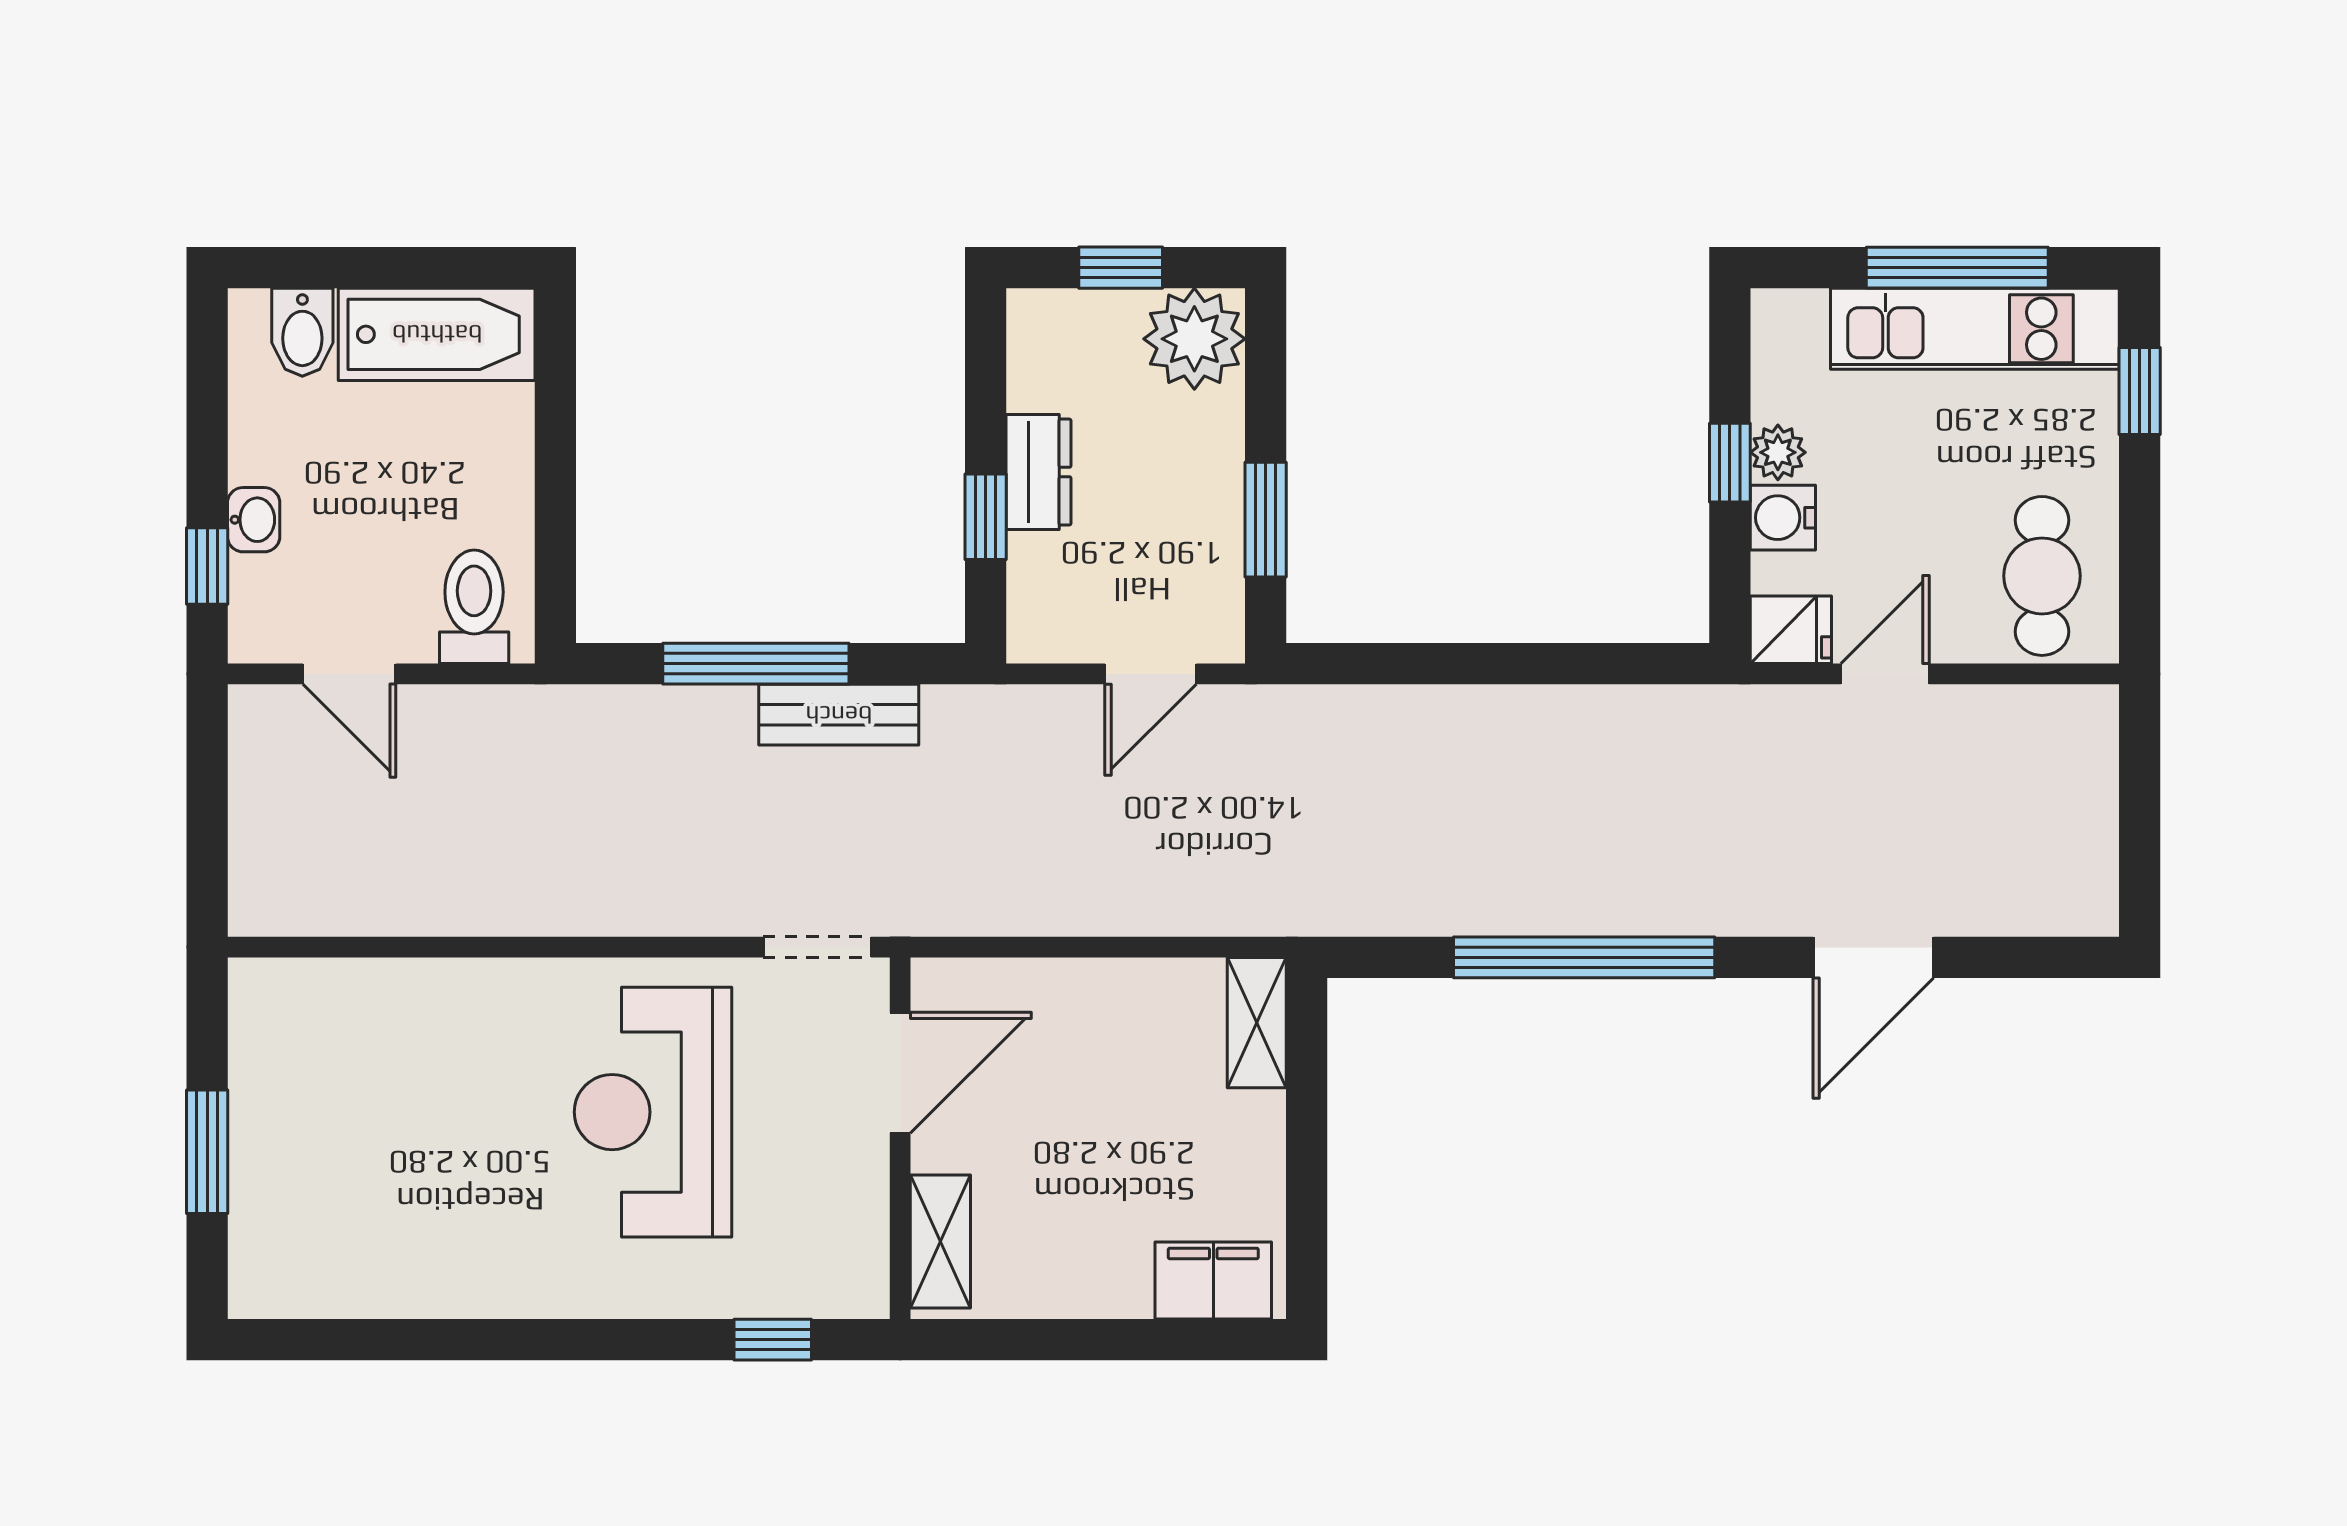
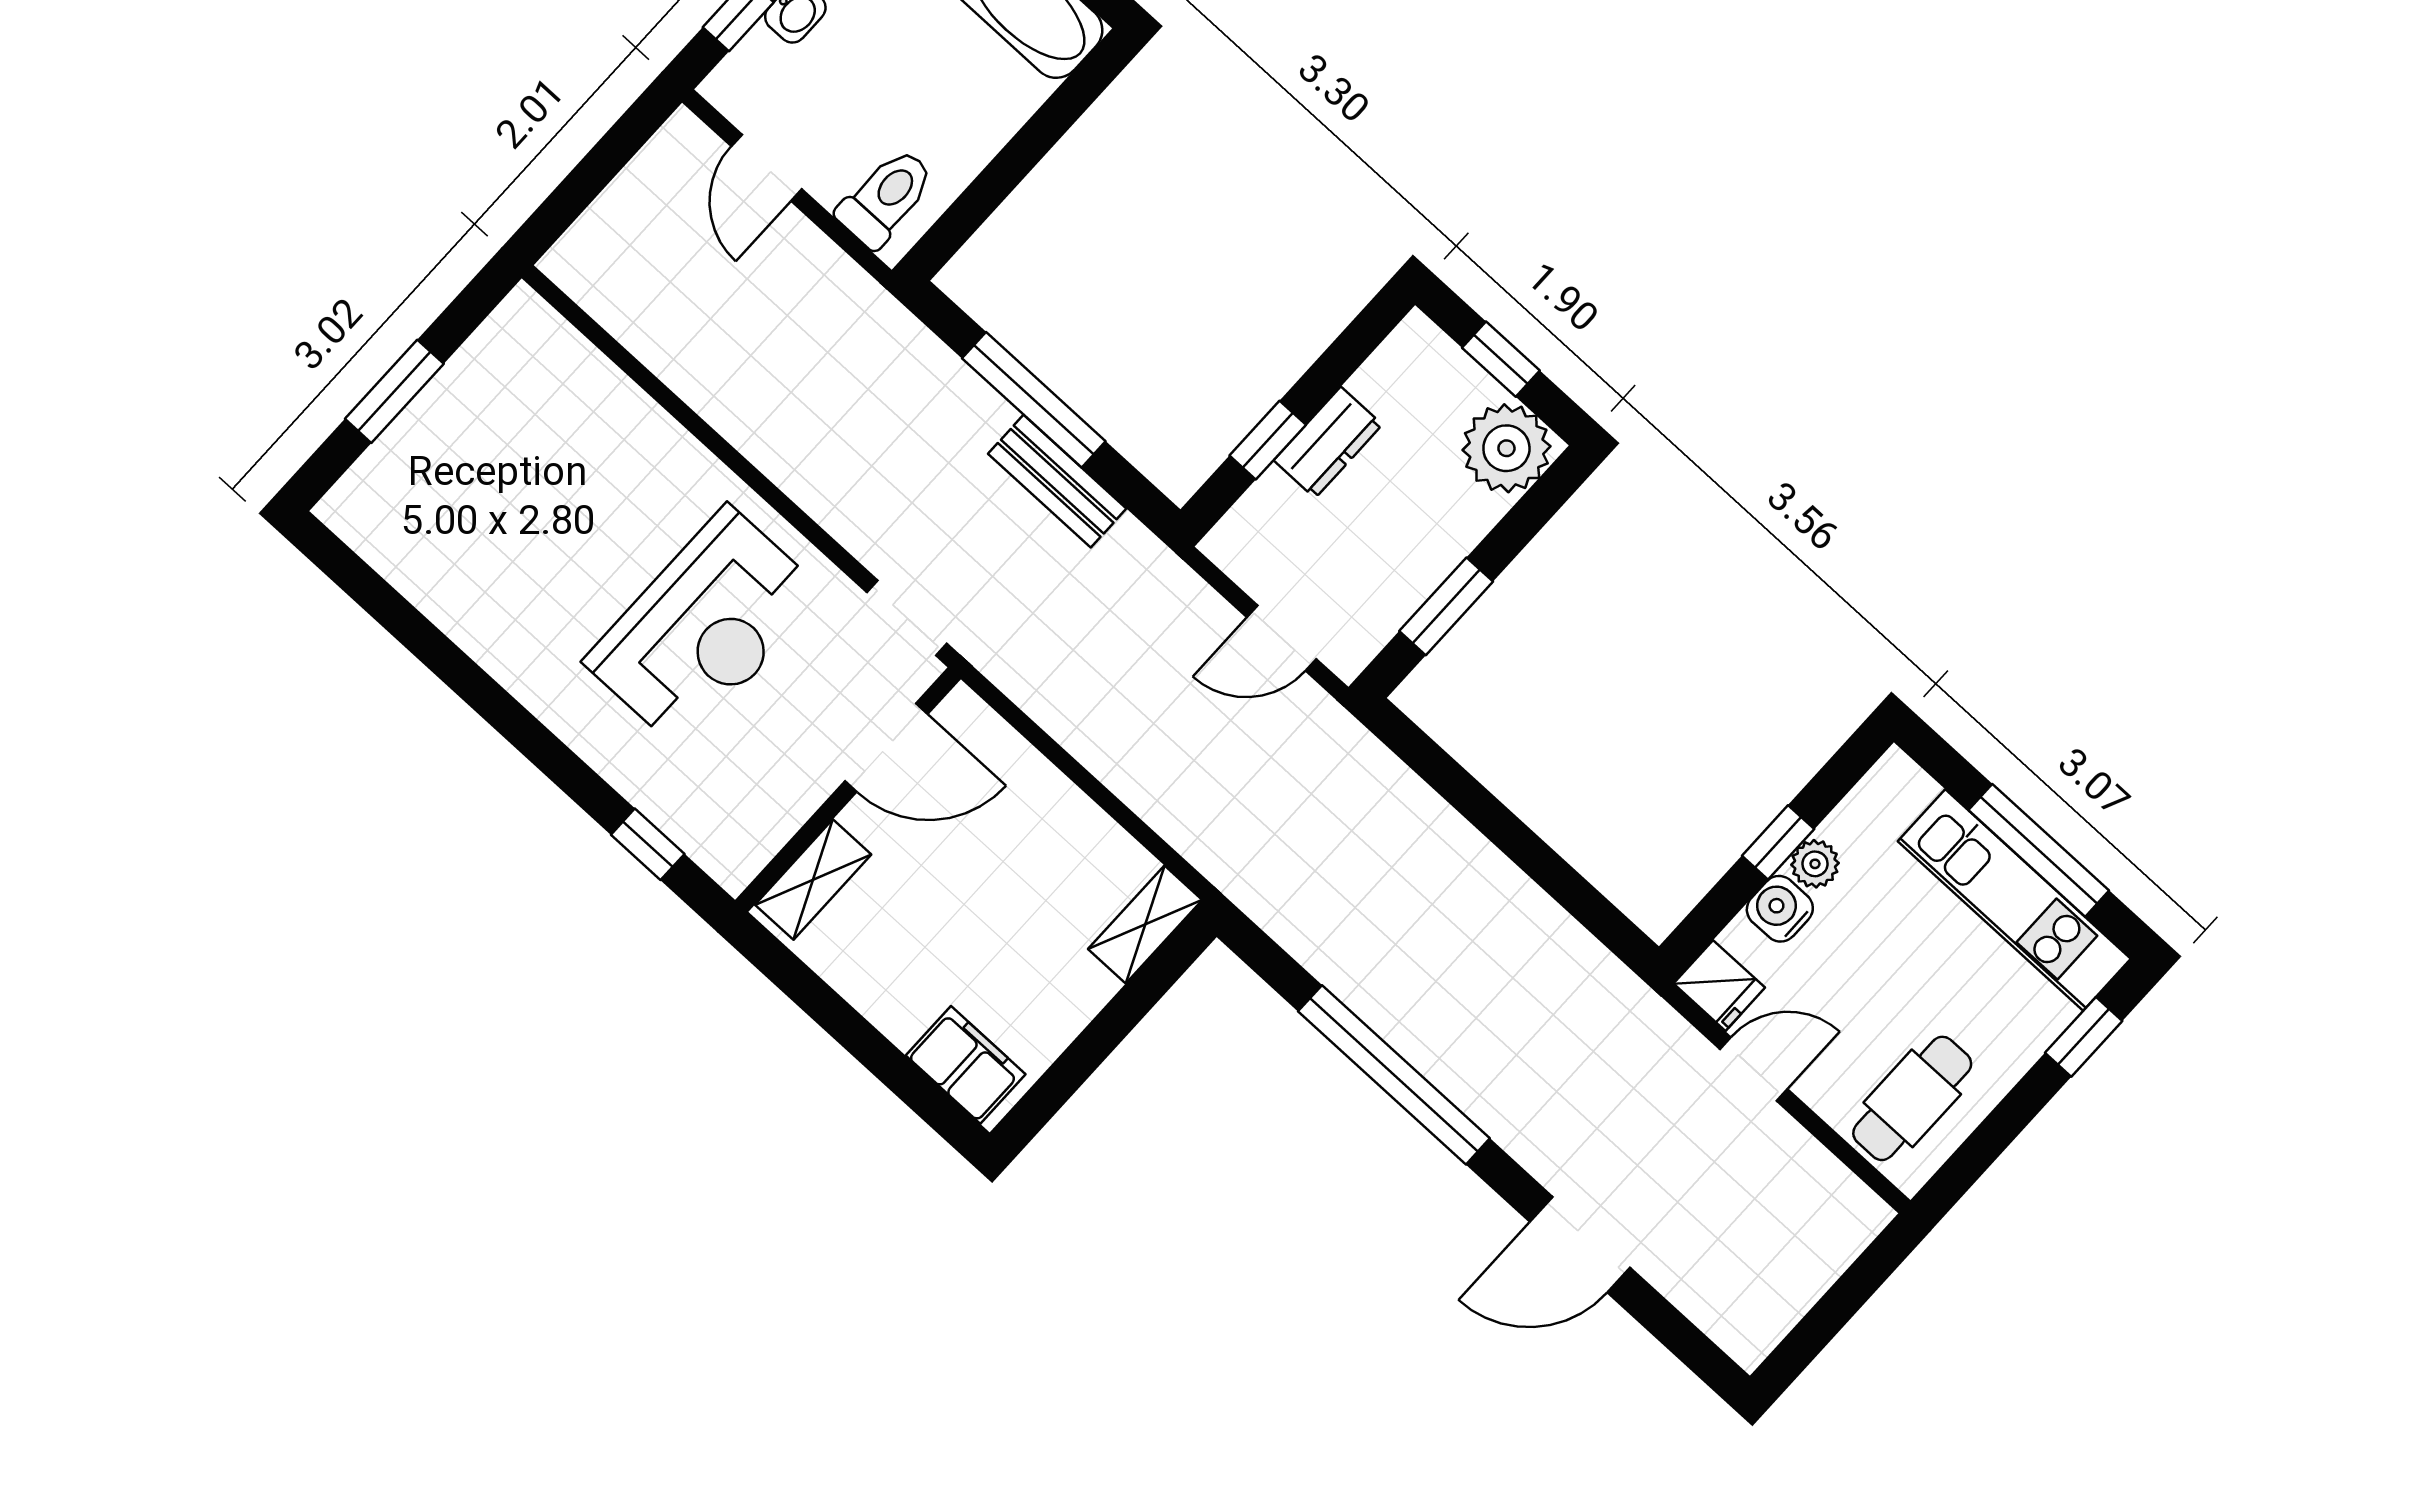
reception desk: (653, 1112) -> (704, 628), turned 180

